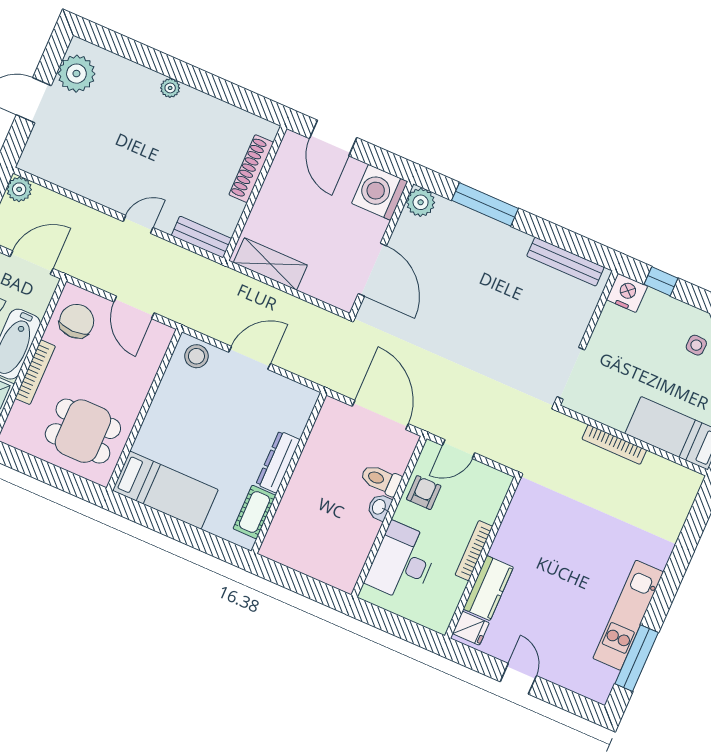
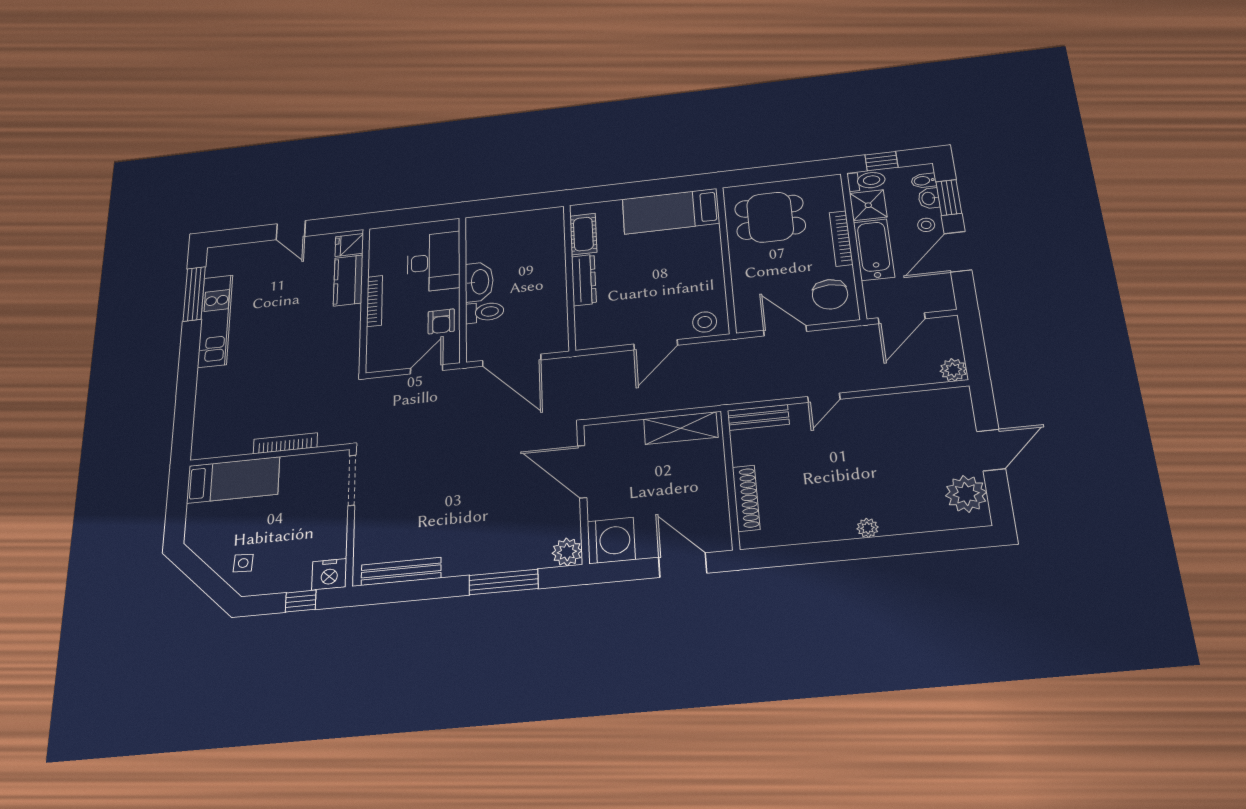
washbasin: (379, 507) -> (479, 282), width x1.91, depth x1.45

